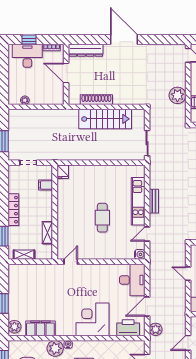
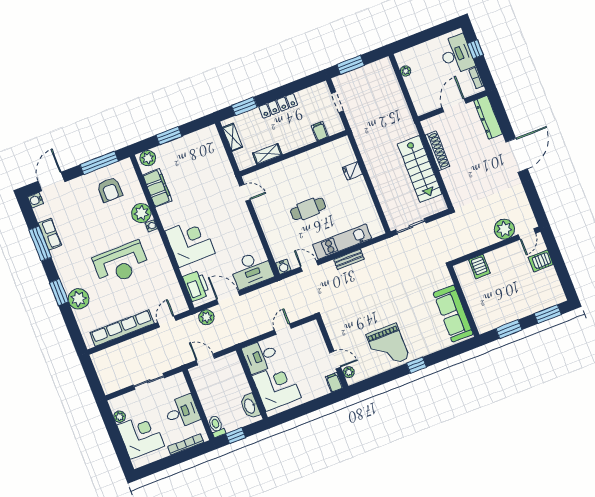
plant: (177, 95) -> (504, 229), moved
fridge: (63, 172) -> (352, 171), moved

